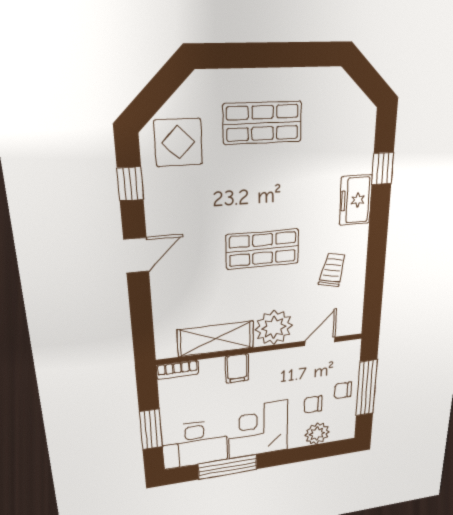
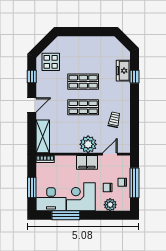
shop shelf: (263, 123) -> (83, 82), moved
freezer: (356, 200) -> (123, 71), moved
shelving: (216, 339) -> (43, 136), moved, turned 90
filing cabinet: (237, 368) -> (87, 162), moved, width x2.00

